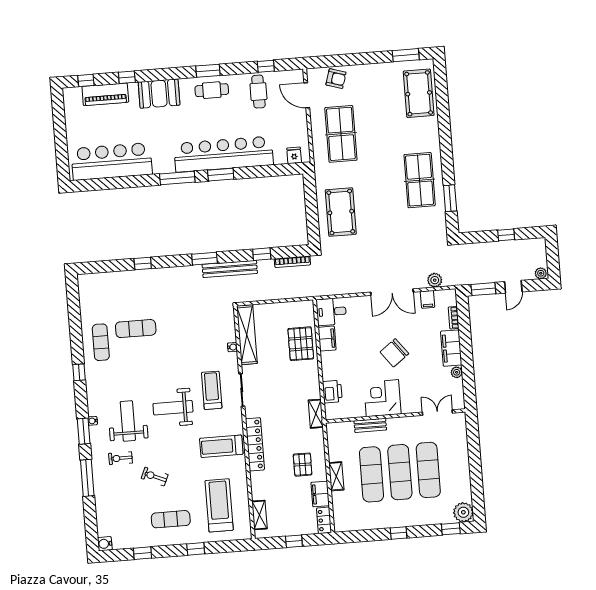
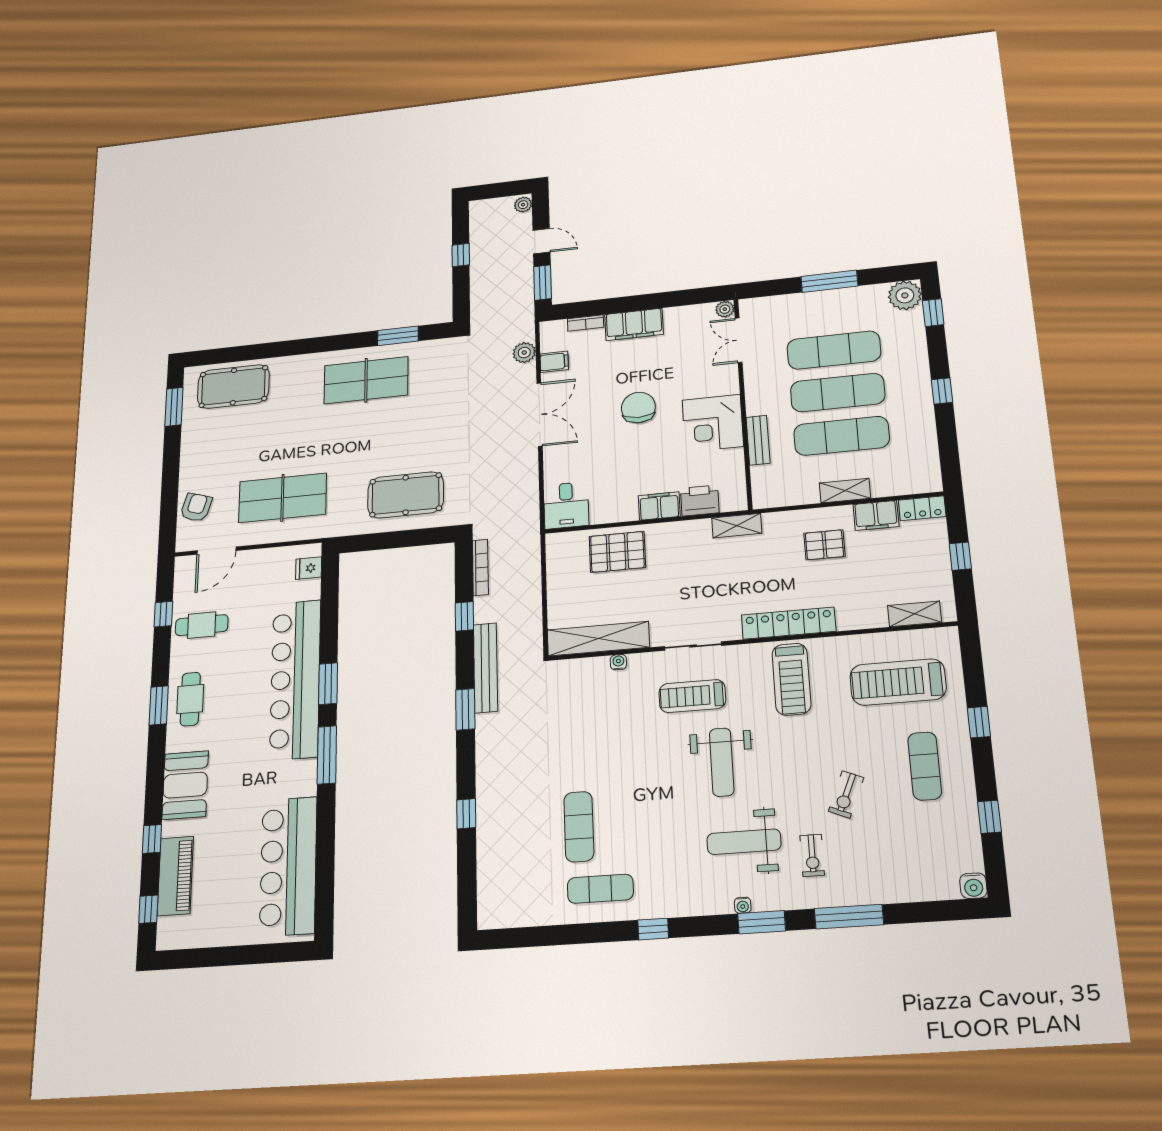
filing cabinet: (327, 339) -> (659, 506), moved
chair: (394, 353) -> (638, 408), turned -143
plant: (457, 372) -> (725, 309), moved
window: (475, 467) -> (829, 281), added

